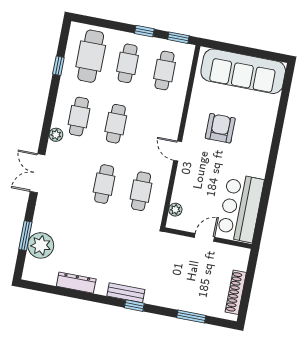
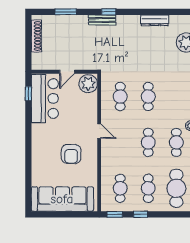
plant: (175, 210) -> (88, 84), width x1.88, depth x1.88
window: (261, 218) -> (28, 94), added
bench: (126, 293) -> (102, 20), moved

